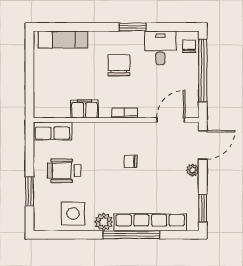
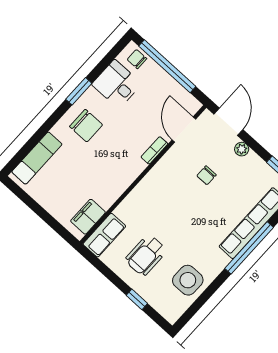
chair: (119, 65) -> (86, 126), moved, turned 180
filing cabinet: (85, 109) -> (88, 217), moved
bookcase: (125, 113) -> (154, 150), moved
chair: (131, 161) -> (206, 175), moved
window: (29, 191) -> (137, 299), width x0.67
plant: (104, 222) -> (218, 261), removed

